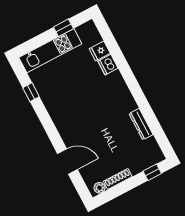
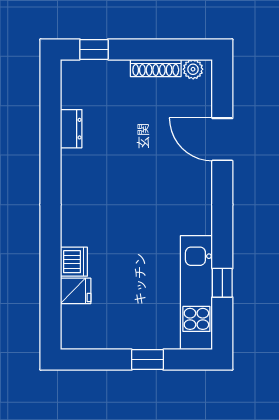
window: (63, 28) -> (148, 360), moved
kitchen unit: (50, 51) -> (196, 293), moved, turned -90
dresser: (141, 124) -> (71, 129), width x0.70

